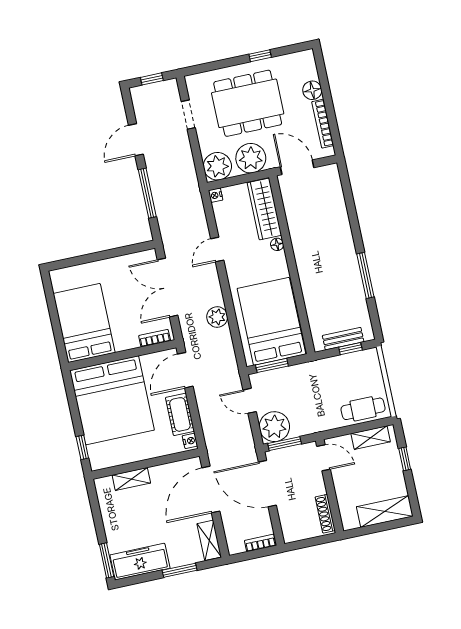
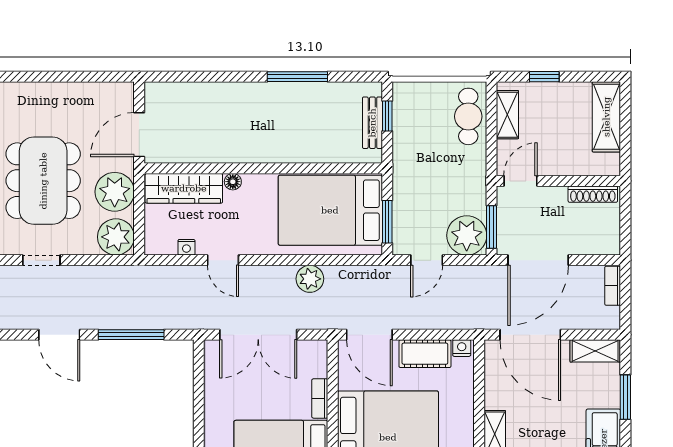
floor lamp: (312, 90) -> (44, 94), removed
bookcase: (323, 124) -> (90, 90), removed
nightstand: (216, 195) -> (186, 247), moved
bookcase: (155, 338) -> (320, 398), moved

